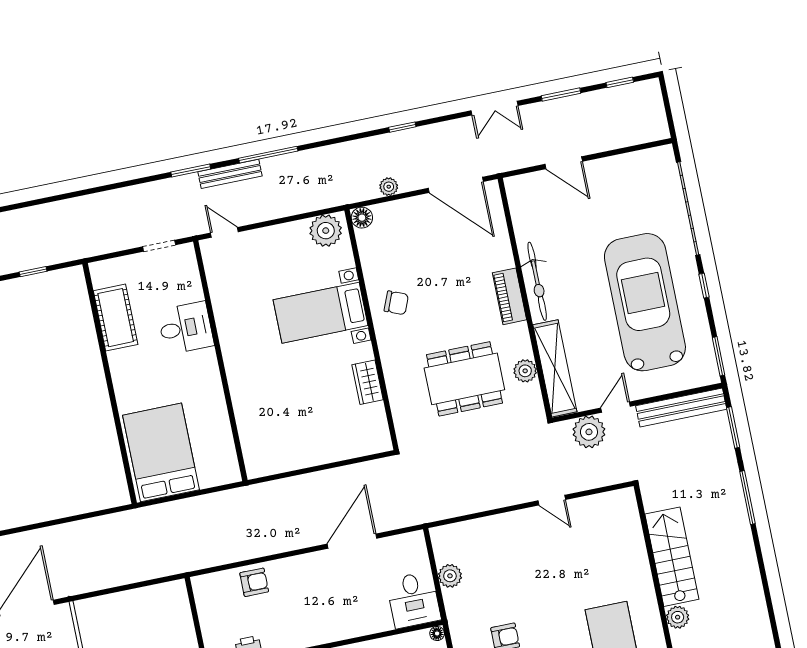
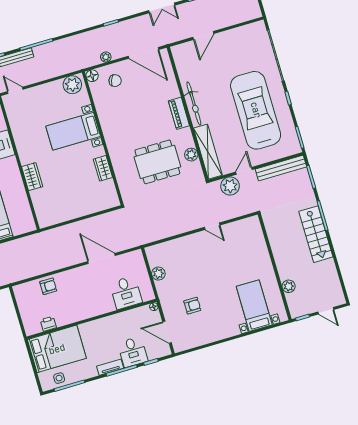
door: (564, 163) -> (203, 35), hinge flipped
chair: (396, 303) -> (115, 81), moved
wardrobe: (242, 387) -> (32, 177), added
door: (352, 541) -> (102, 259), hinge flipped
stairs: (672, 557) -> (316, 234), moved, turned 180
desk: (414, 600) -> (126, 293), moved

